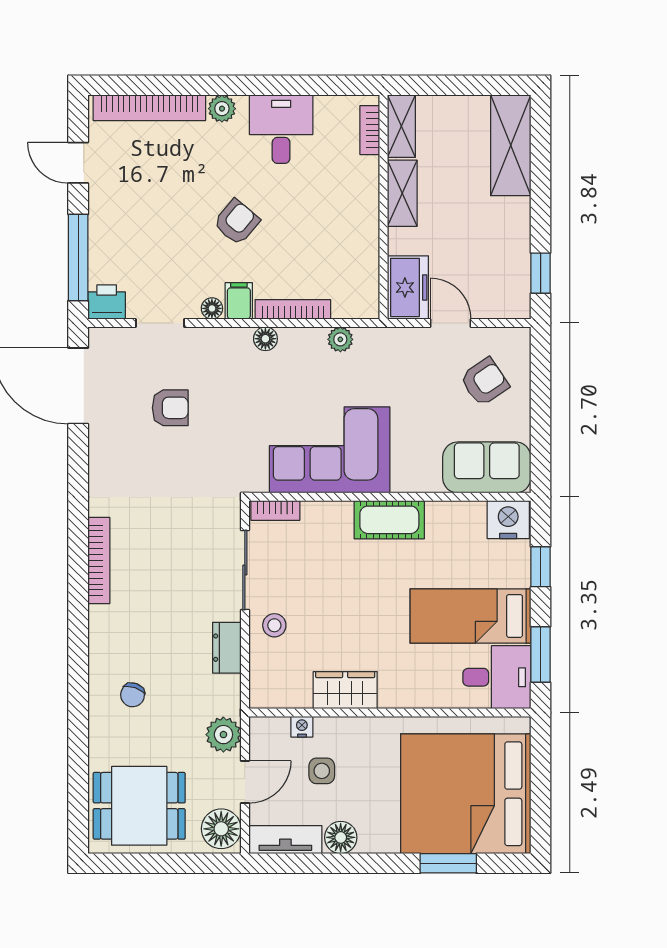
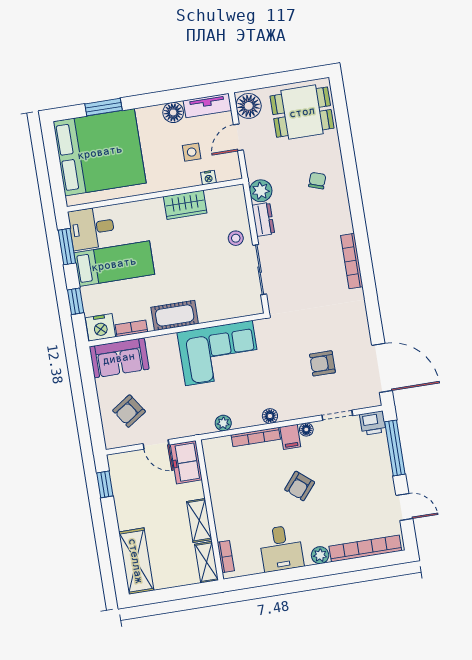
bookcase: (275, 510) -> (131, 328), moved
plant: (223, 735) -> (261, 191), moved

